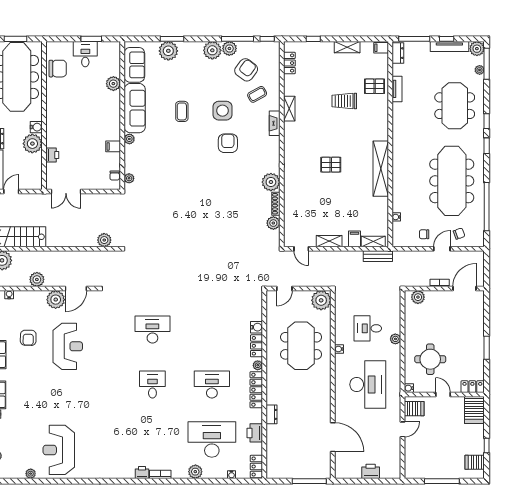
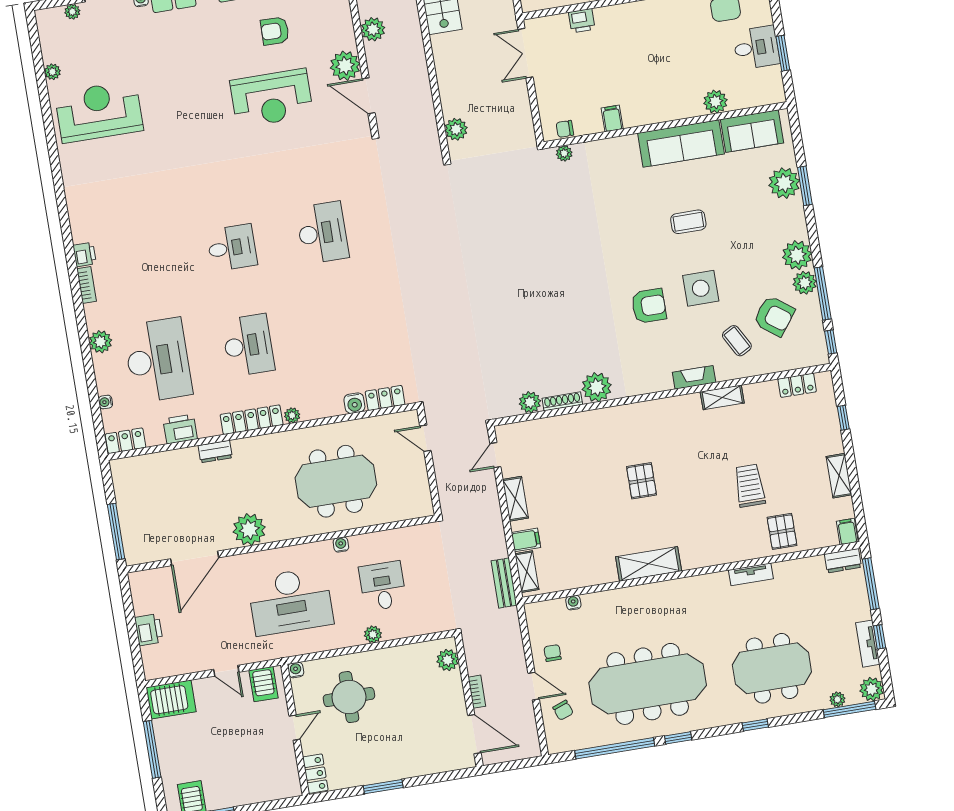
tv unit: (449, 47) -> (868, 644), width x0.71
tv unit: (397, 89) -> (751, 574), moved
plant: (129, 139) -> (629, 143), removed
window: (487, 146) -> (678, 738), moved
shelving: (381, 169) -> (649, 564), width x0.68
plant: (321, 300) -> (249, 529), moved
locker: (257, 346) -> (385, 398), moved
server rack: (474, 410) -> (171, 699), moved, turned 180

